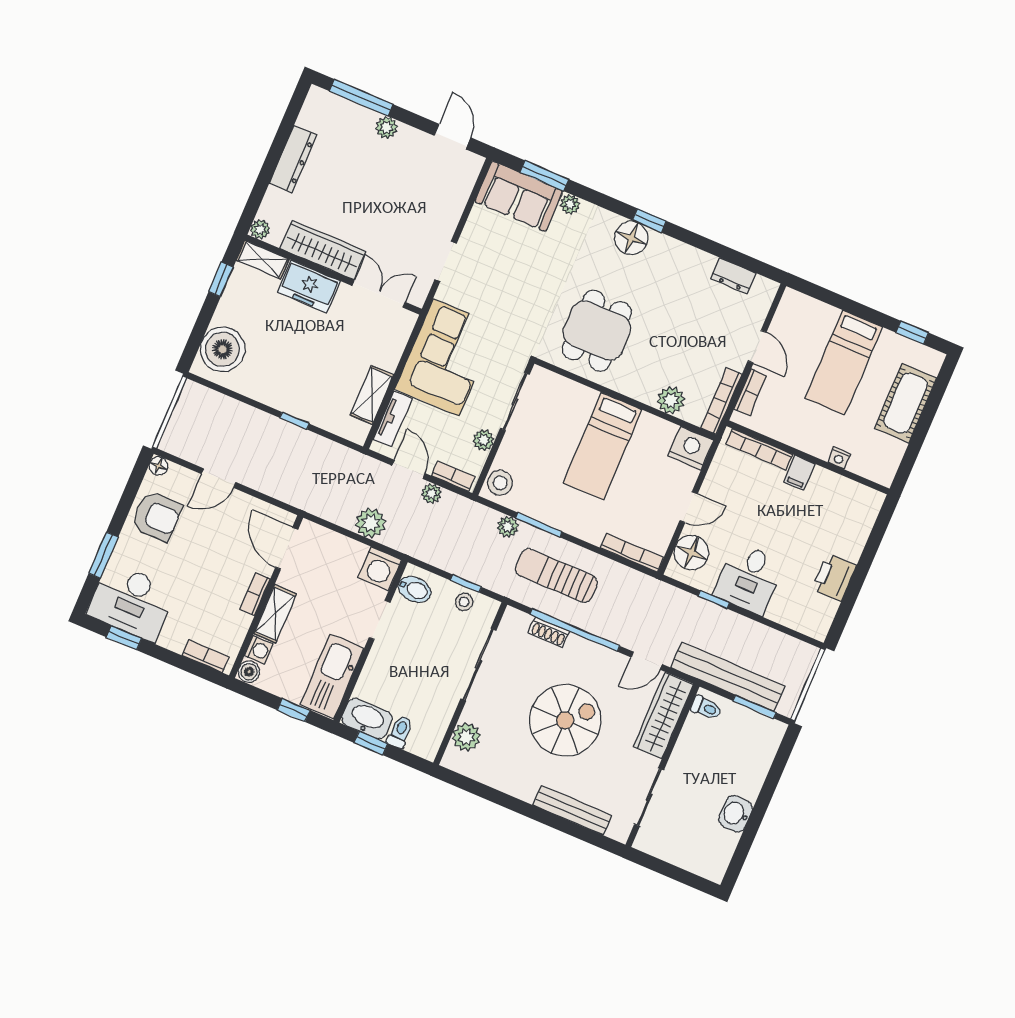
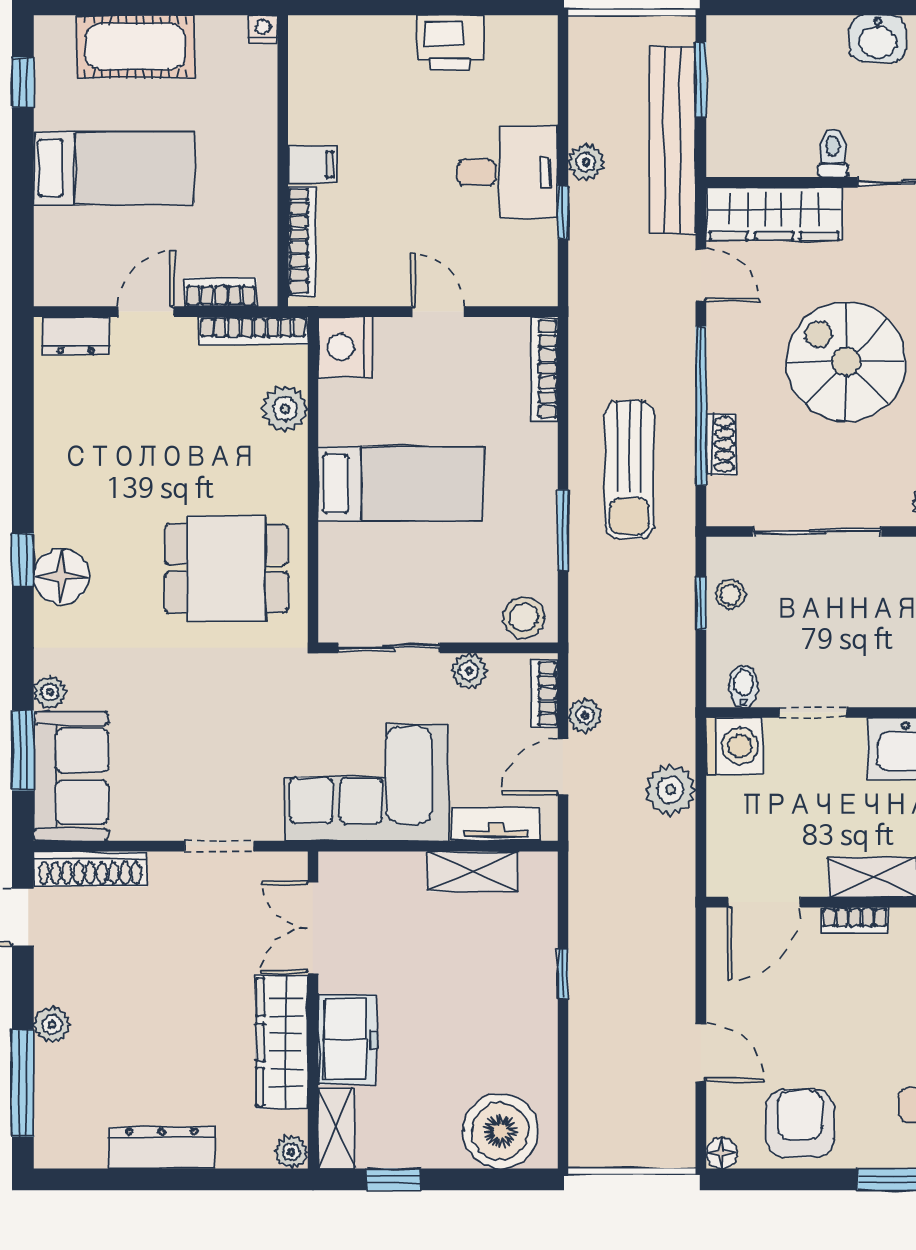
shoe rack: (463, 185) -> (90, 869), added
dresser: (733, 276) -> (76, 336), moved, turned 90
nightstand: (839, 458) -> (263, 29), moved, turned -90
plant: (508, 527) -> (586, 162), moved
floor lamp: (691, 553) -> (505, 278), removed
bidet: (415, 589) -> (743, 686), width x0.72, depth x0.74
toilet: (706, 708) -> (833, 153), moved

